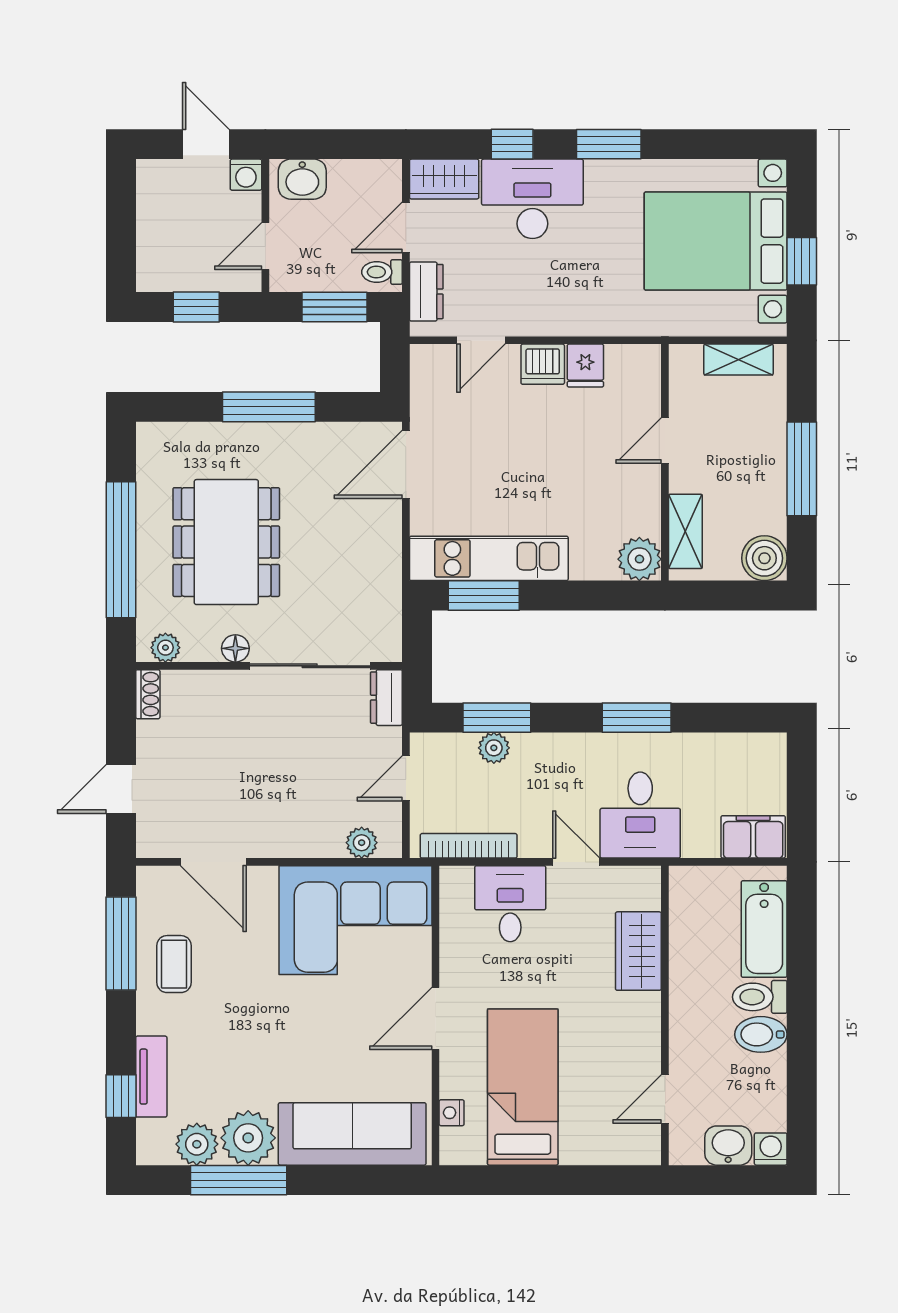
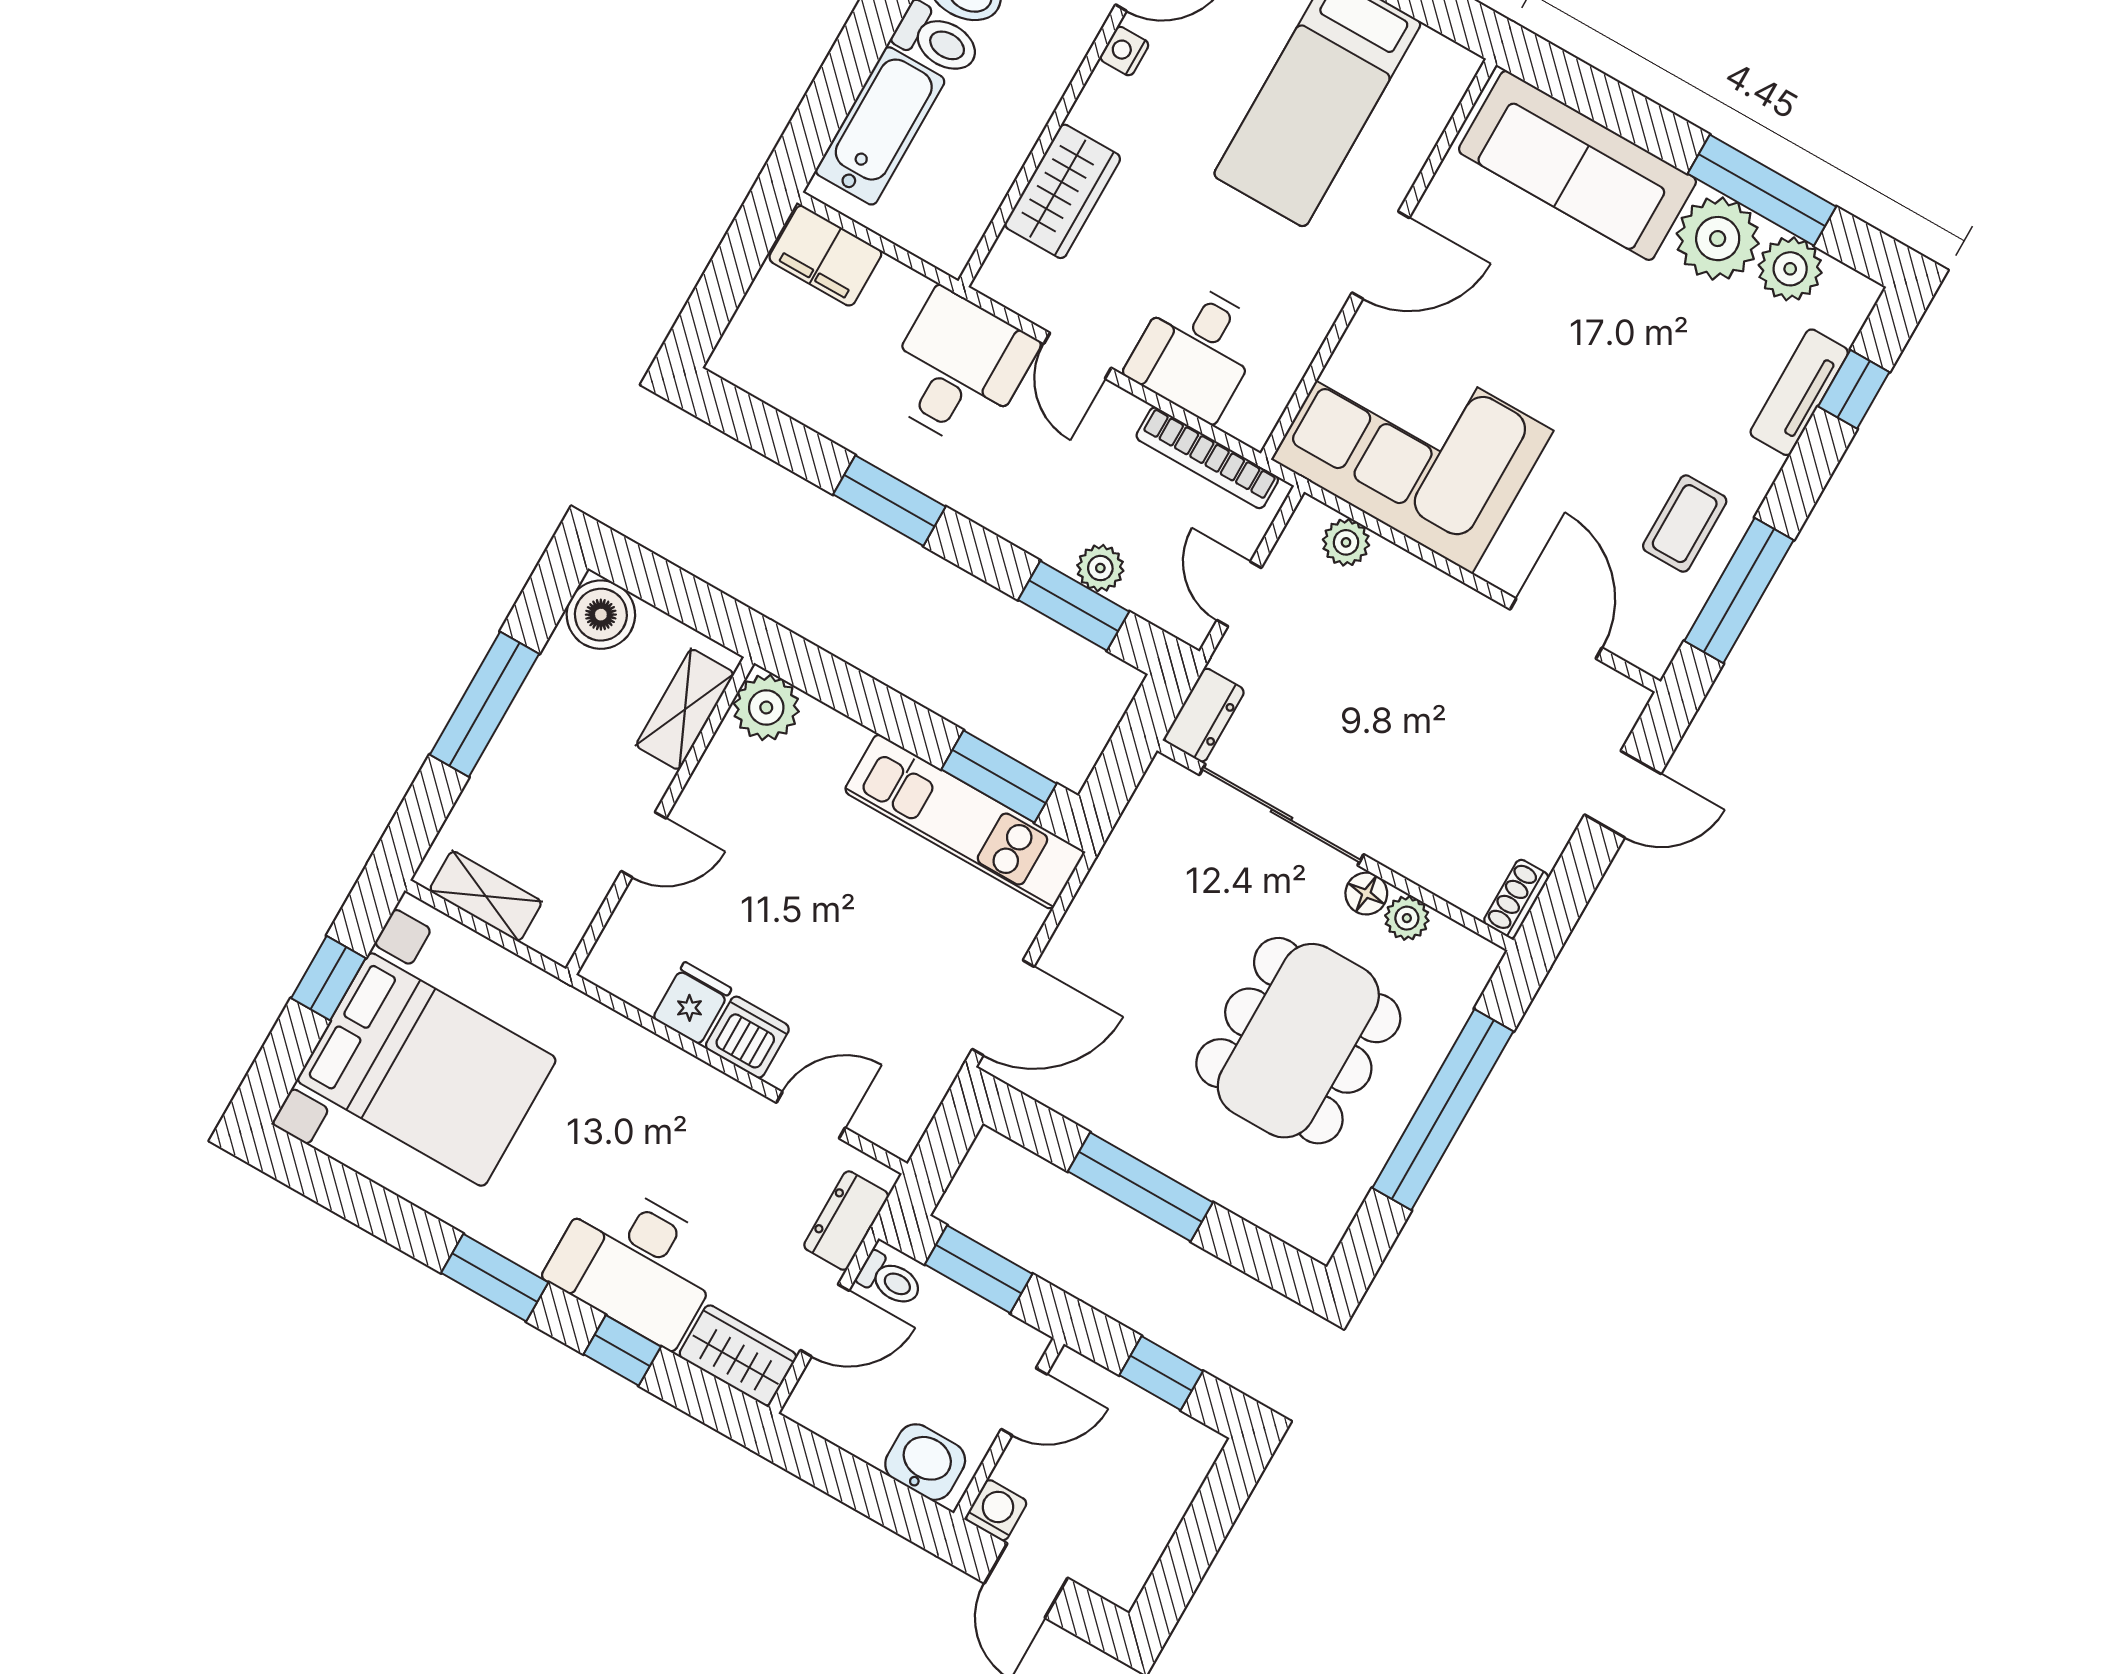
plant: (165, 648) -> (1407, 918), moved
door: (406, 778) -> (1239, 594), swing flipped
nightstand: (452, 1113) -> (1124, 51), moved, turned 180

